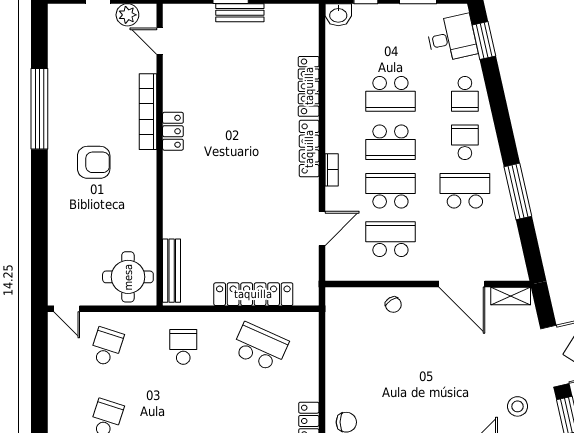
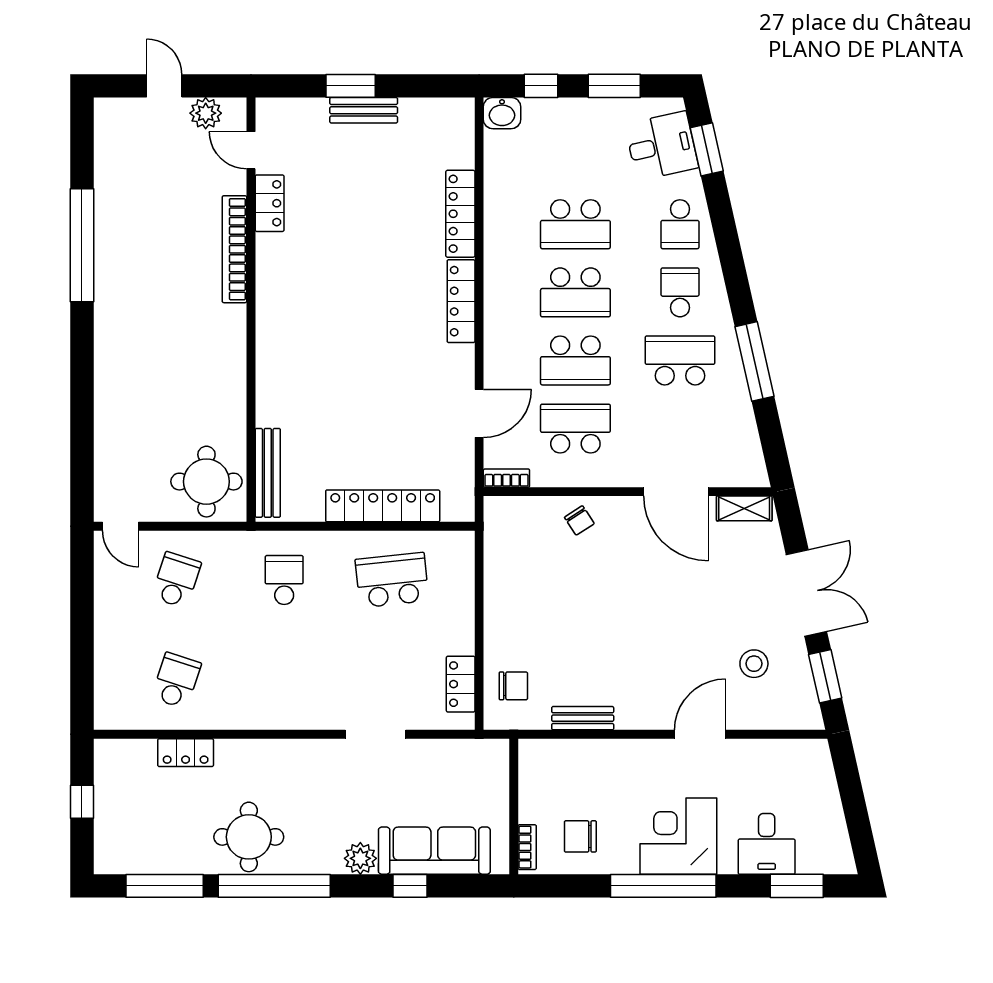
locker: (173, 131) -> (270, 203), moved
armchair: (94, 162) -> (158, 320), removed
bookcase: (332, 170) -> (506, 478), moved, turned -90
school desk: (390, 191) -> (575, 360), turned 180
school desk: (260, 347) -> (392, 580), turned -30

